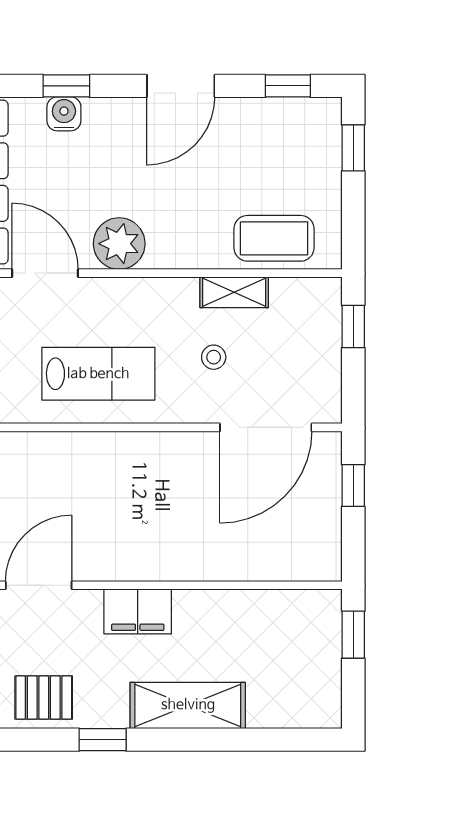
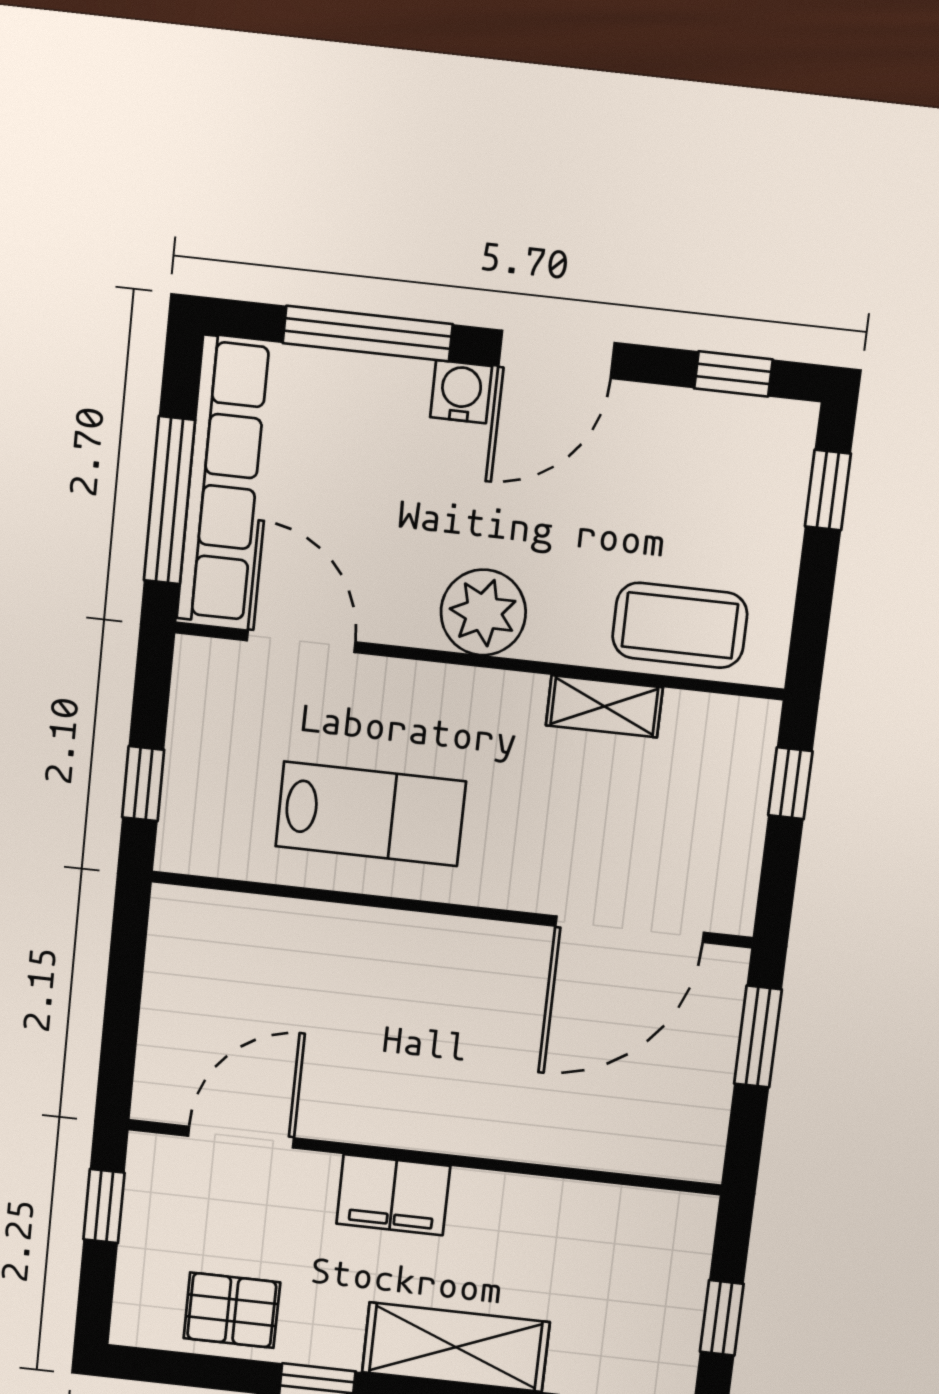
window: (66, 86) -> (368, 334), width x2.17
water cooler: (64, 114) -> (461, 392), moved
plant: (119, 244) -> (483, 612), moved
stool: (214, 357) -> (559, 808), removed
window: (353, 486) -> (758, 1037), width x1.50
window: (353, 635) -> (722, 1318), moved

